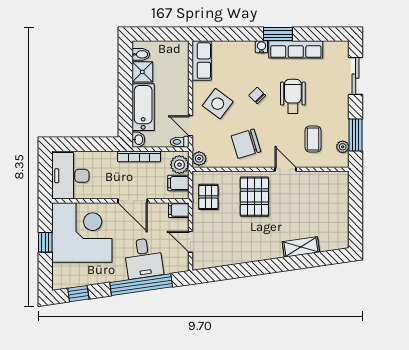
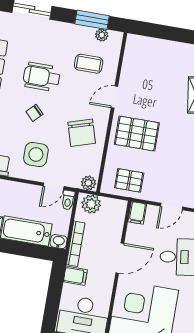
side table: (218, 104) -> (36, 154), turned -37
filing cabinet: (178, 183) -> (75, 276), moved, turned -90

